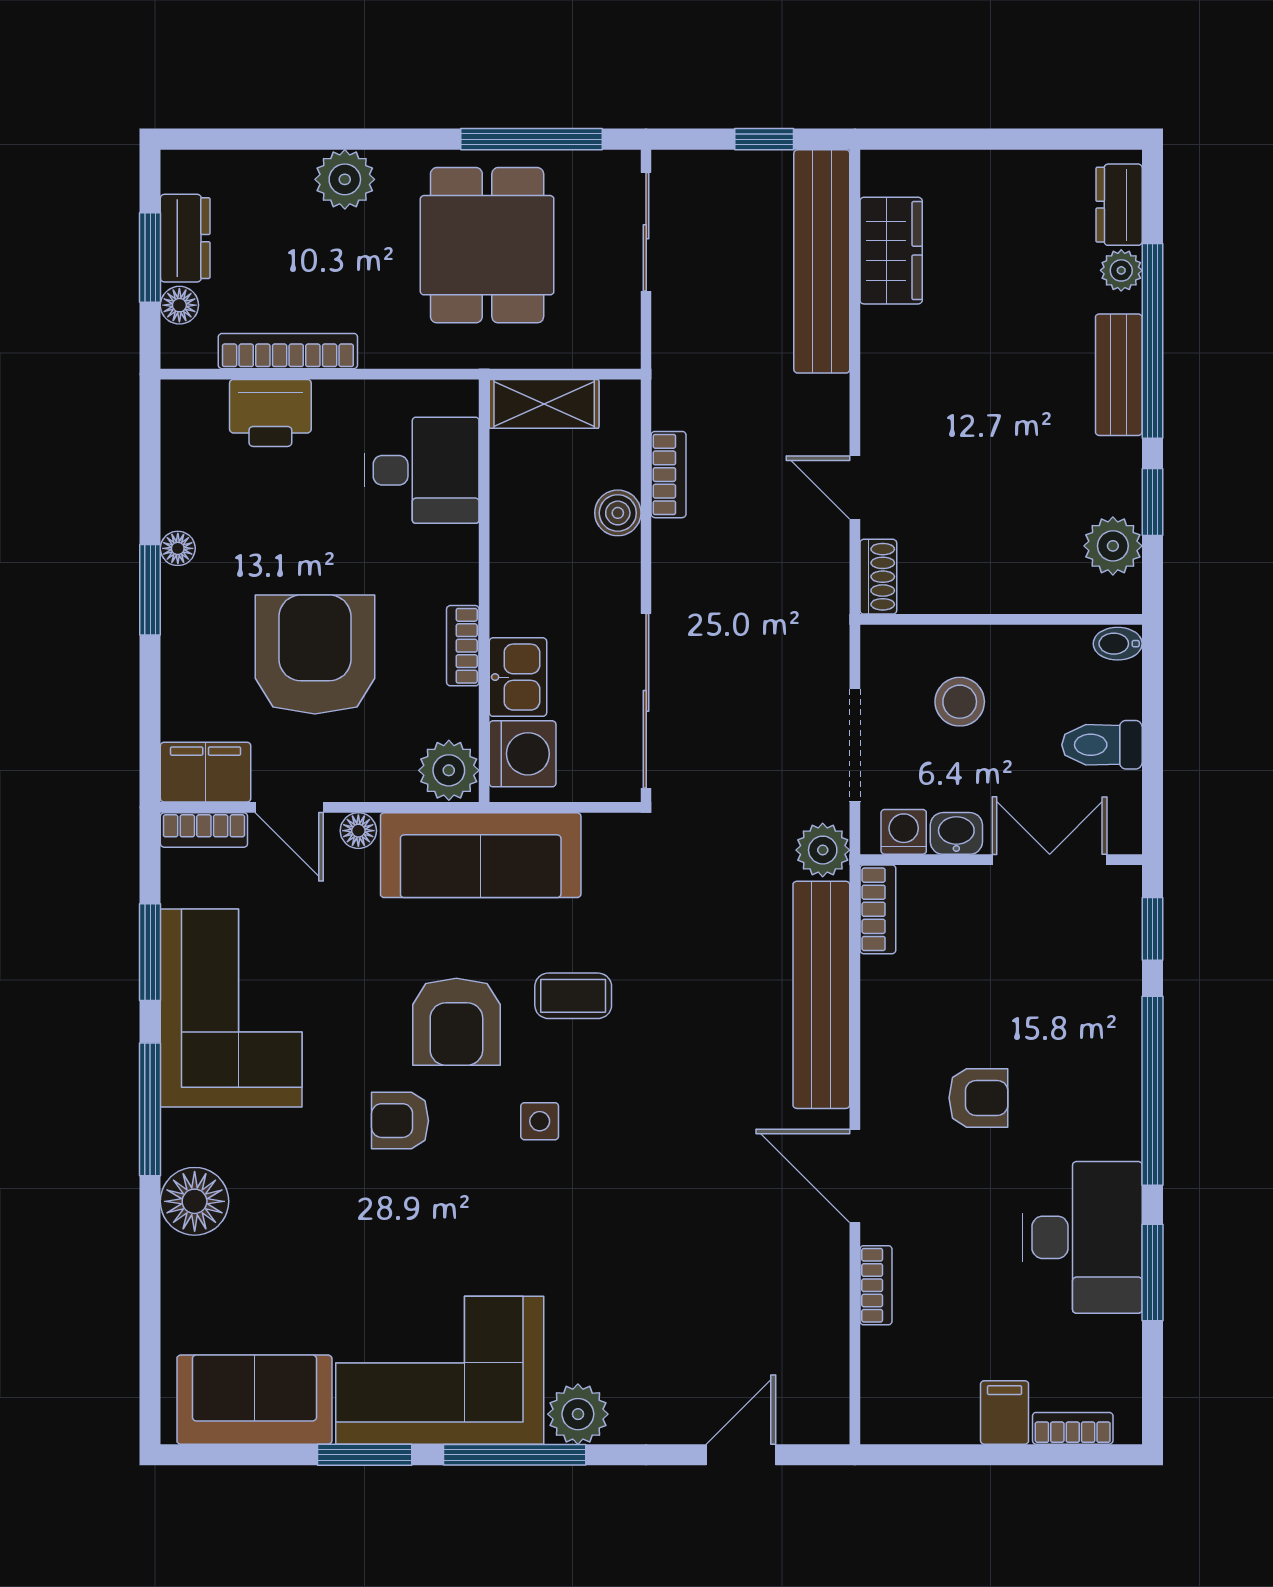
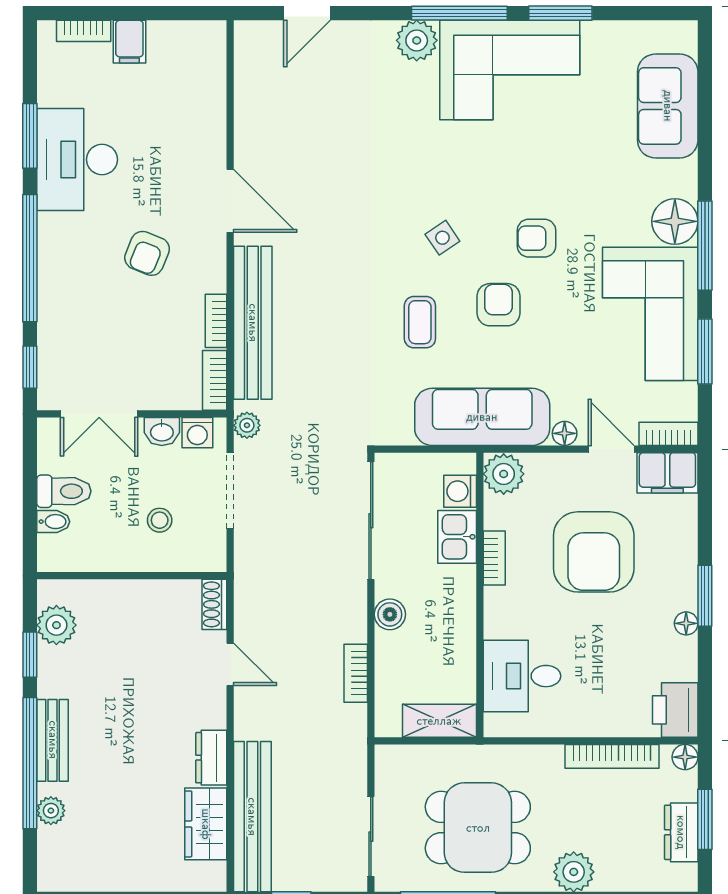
dresser: (1119, 205) -> (211, 758), moved, turned 180
dining table: (487, 245) -> (478, 828), turned 90
floor lamp: (179, 305) -> (685, 757), moved
printer: (270, 413) -> (675, 710), moved, turned -90
boiler: (618, 513) -> (390, 614), moved
bidet: (1118, 644) -> (53, 522), moved
stool: (960, 702) -> (160, 520), width x0.73, depth x0.73
washing machine: (523, 754) -> (460, 491), width x0.73, depth x0.73
plant: (823, 850) -> (247, 425), width x0.73, depth x0.73
coffee table: (573, 996) -> (420, 322), turned 90
armchair: (456, 1022) -> (499, 305), width x0.72, depth x0.72
armchair: (978, 1098) -> (147, 253), turned -68
armchair: (400, 1121) -> (536, 238), turned 180
side table: (540, 1121) -> (442, 238), turned -34
floor lamp: (195, 1201) -> (675, 221), moved
bookcase: (876, 1285) -> (216, 321), moved
sofa: (254, 1400) -> (668, 106), moved, turned 90

